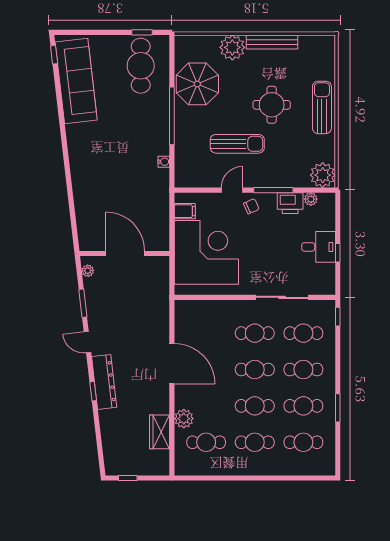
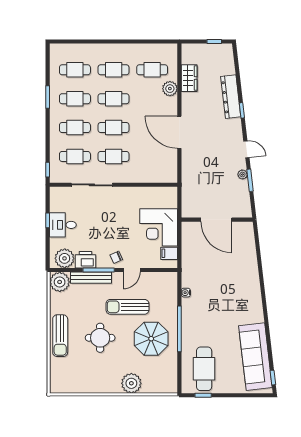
bench: (272, 42) -> (91, 278), moved
parasol: (197, 84) -> (151, 339), moved
plant: (311, 199) -> (65, 258), width x1.87, depth x1.87
corner desk: (206, 252) -> (159, 227), width x0.74, depth x0.74
plant: (88, 271) -> (242, 175), moved
dresser: (104, 382) -> (231, 97), moved

